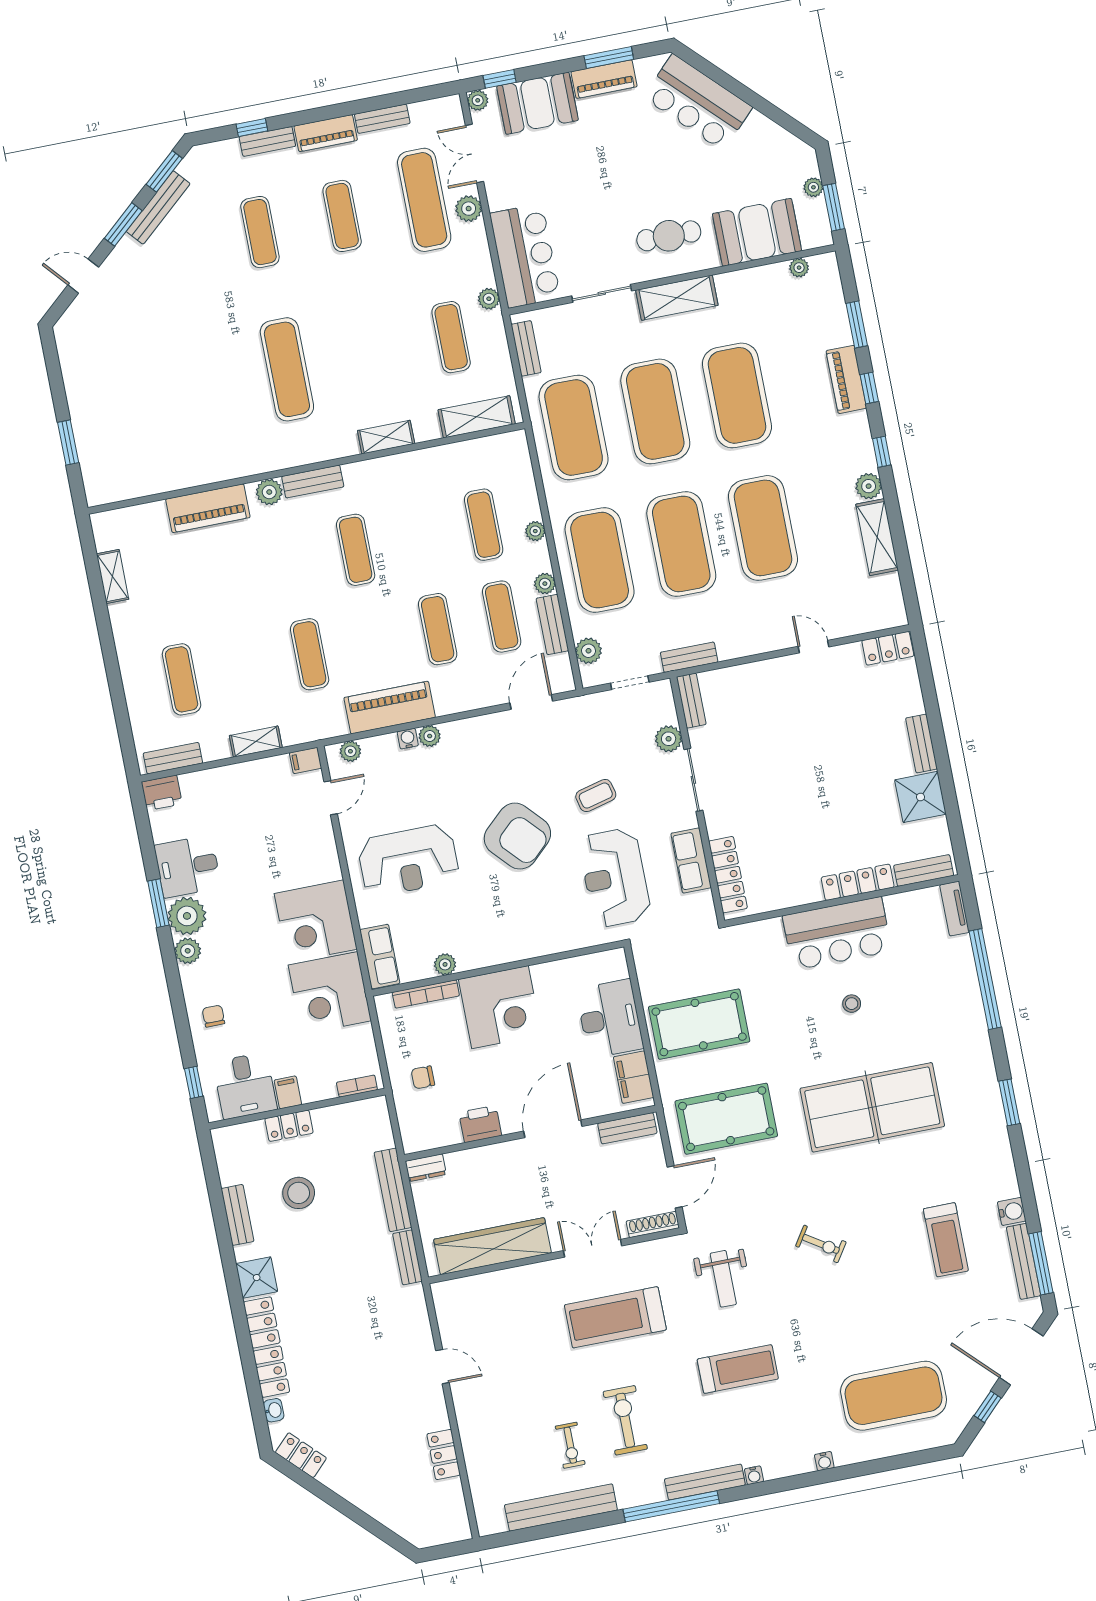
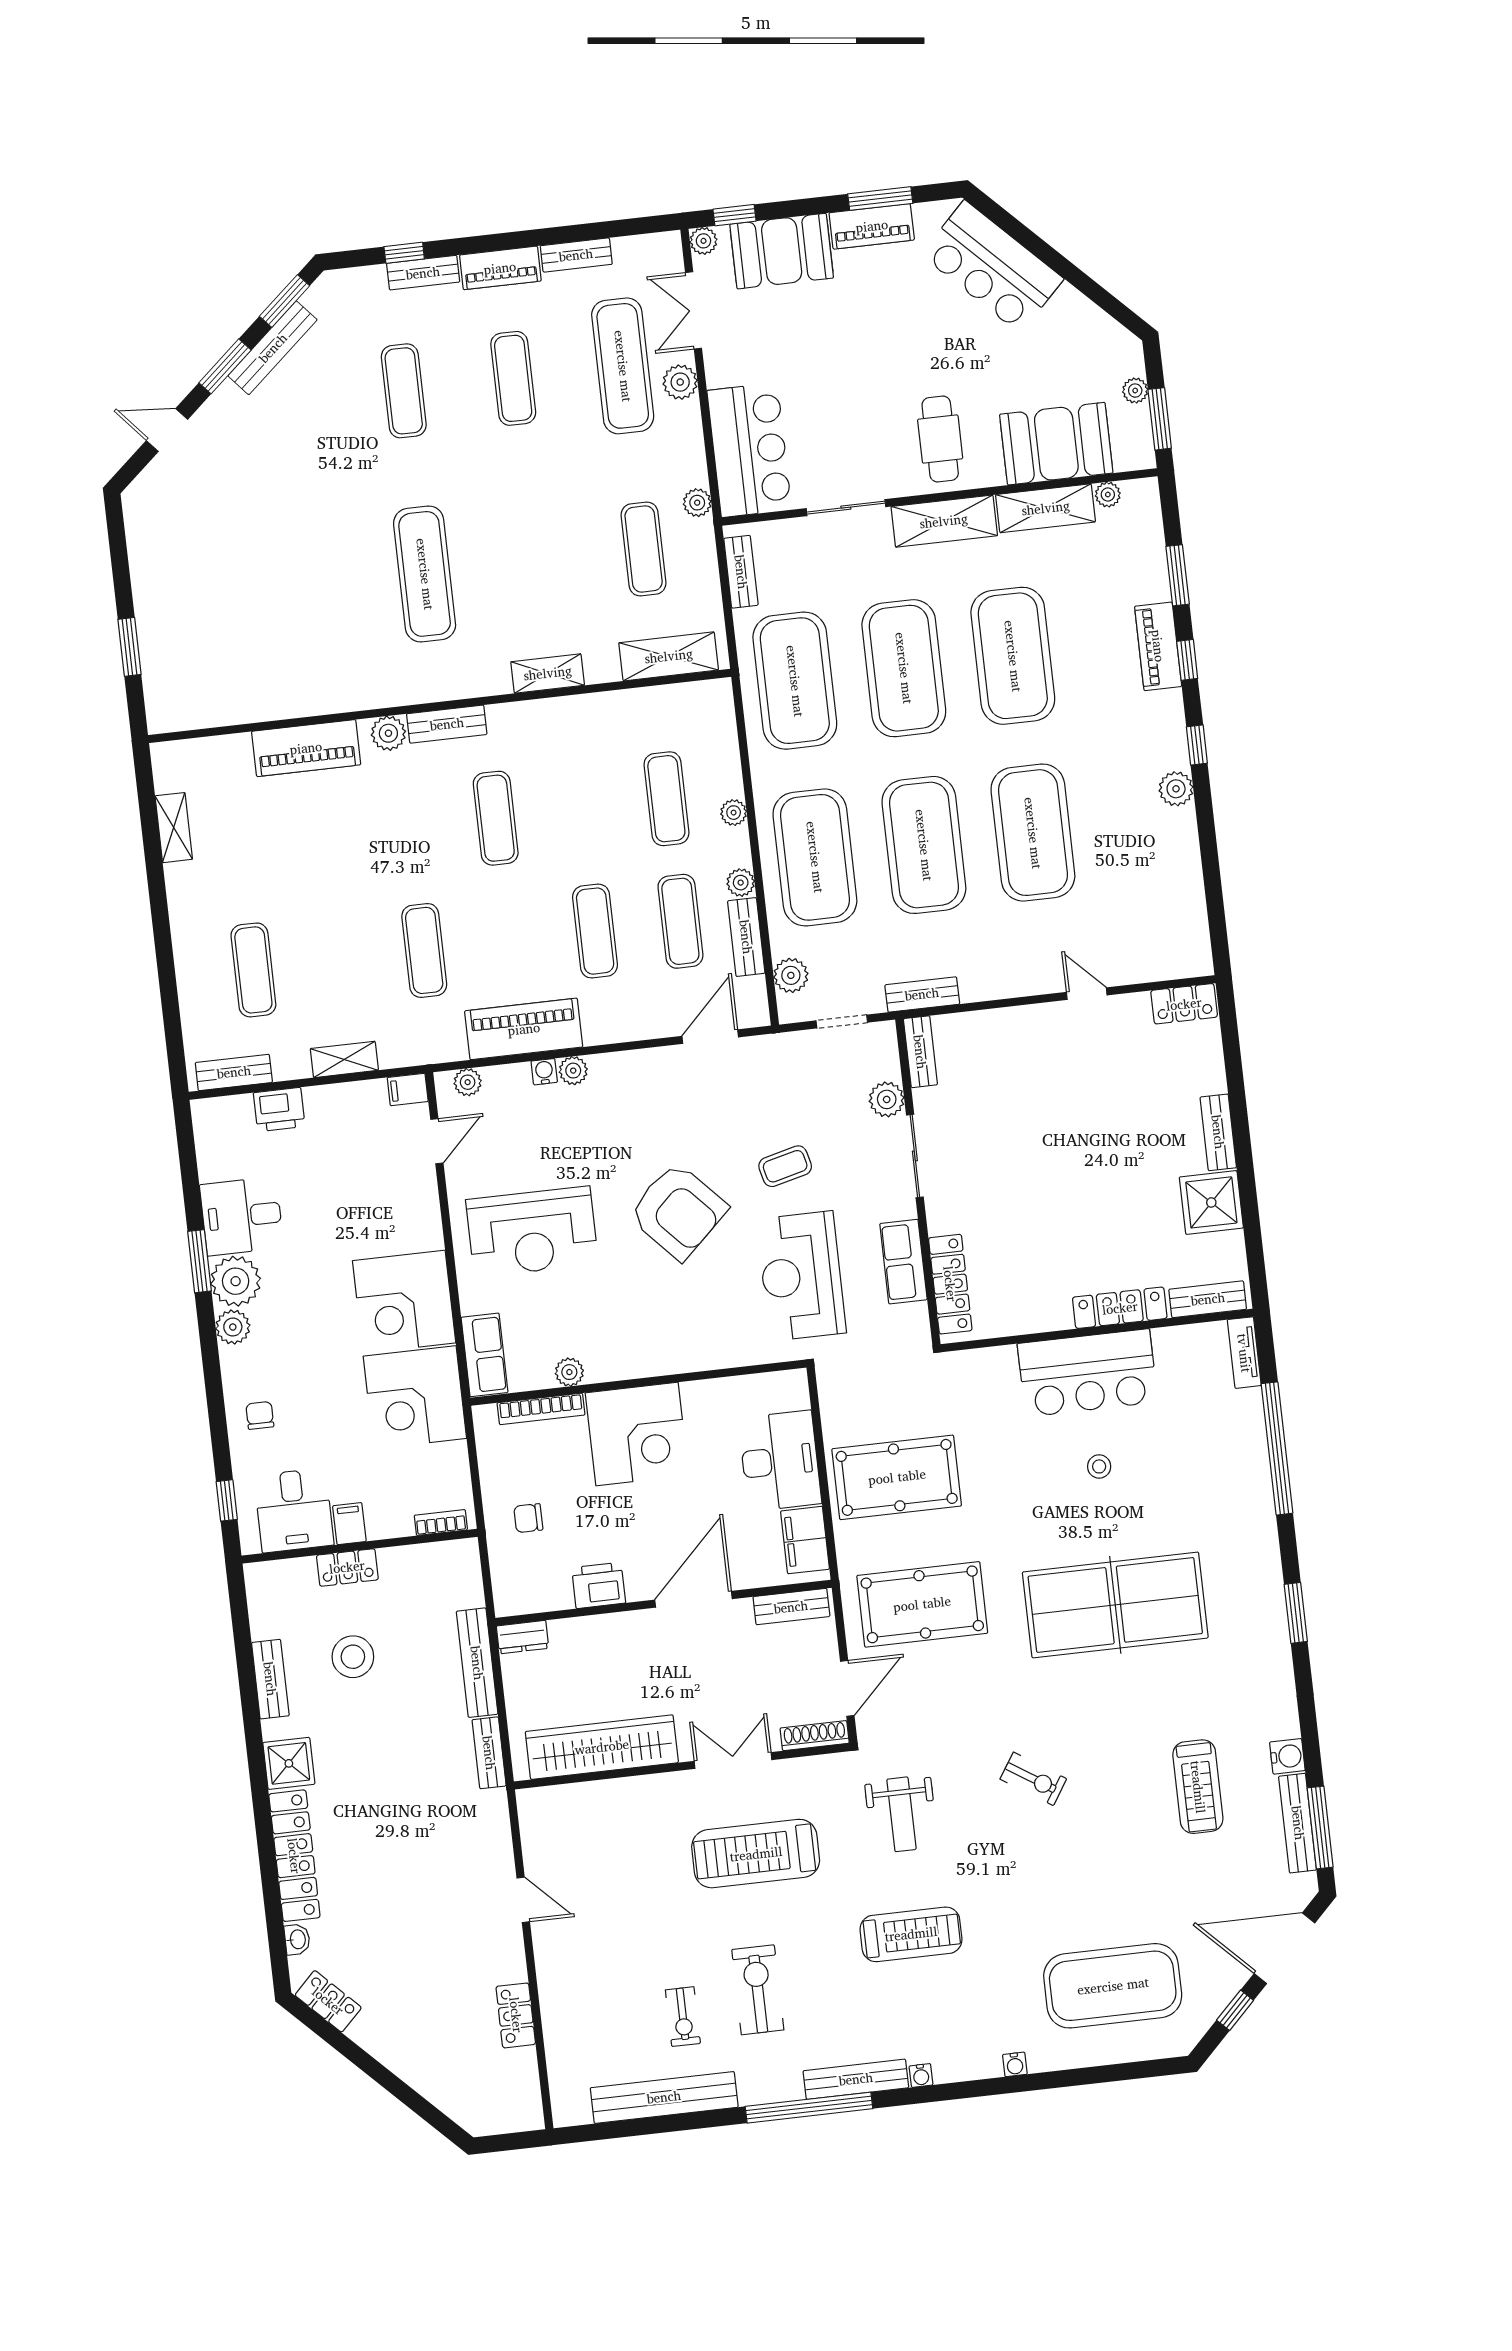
cafe table: (669, 236) -> (940, 439), turned 90
shelving: (877, 537) -> (1046, 508), moved, turned 90
printer: (162, 793) -> (279, 1110), moved

